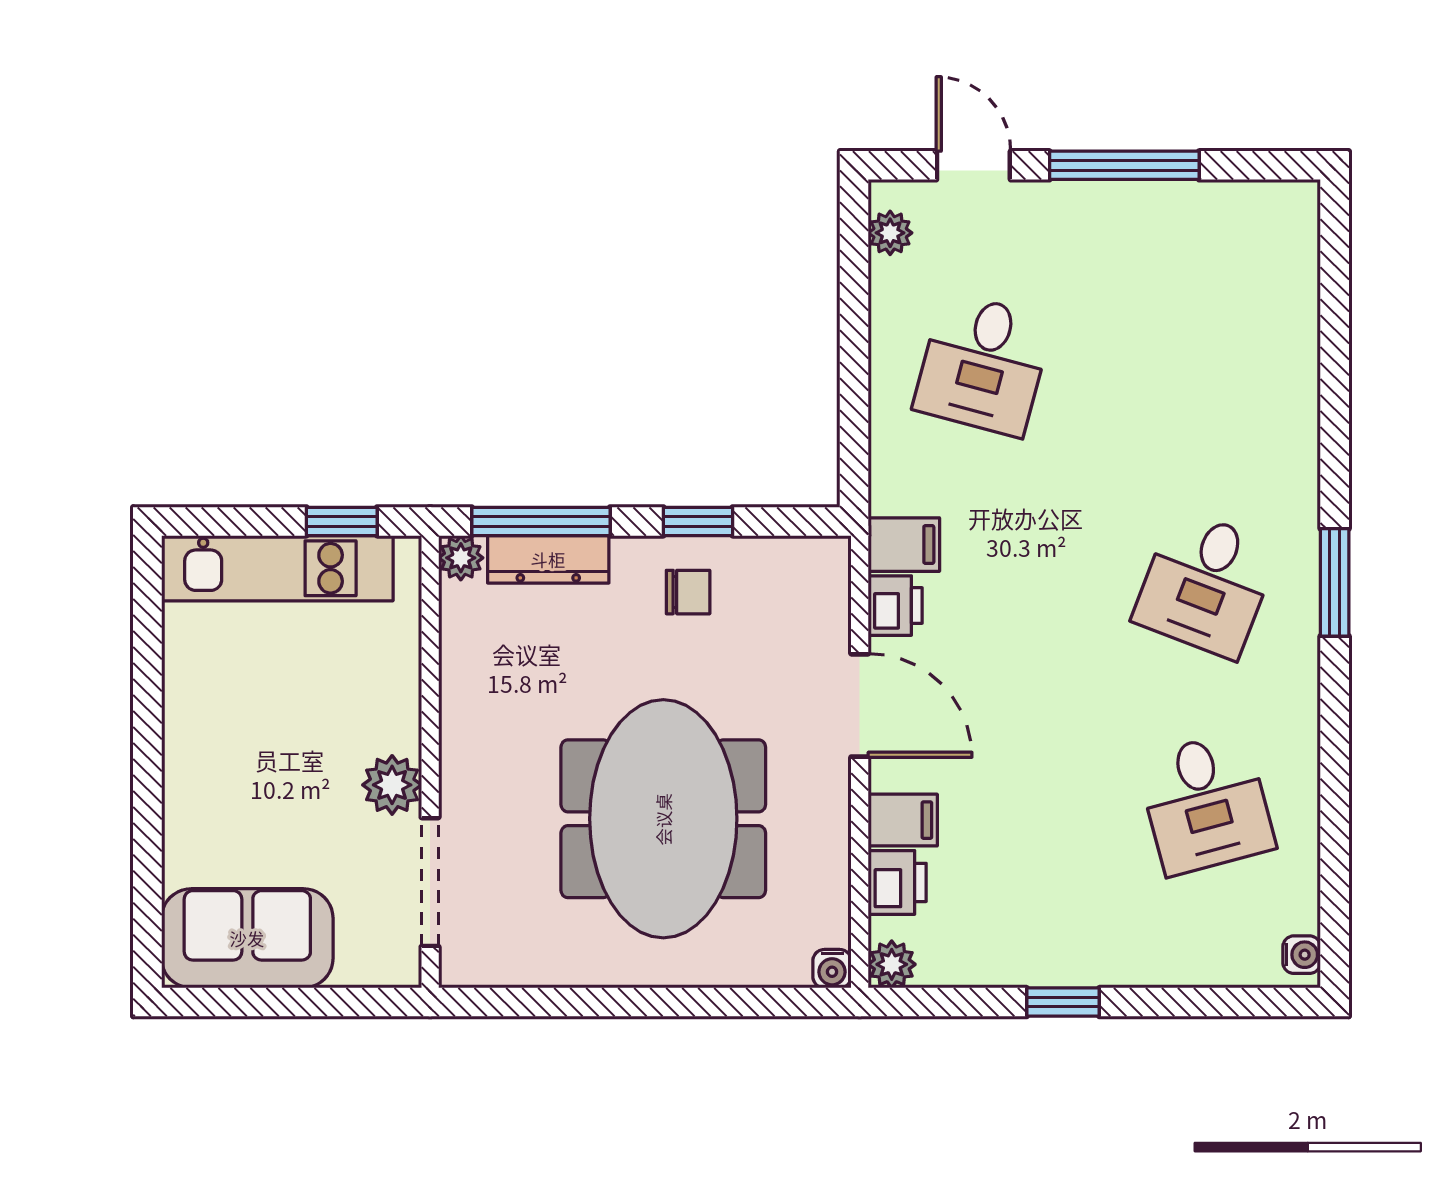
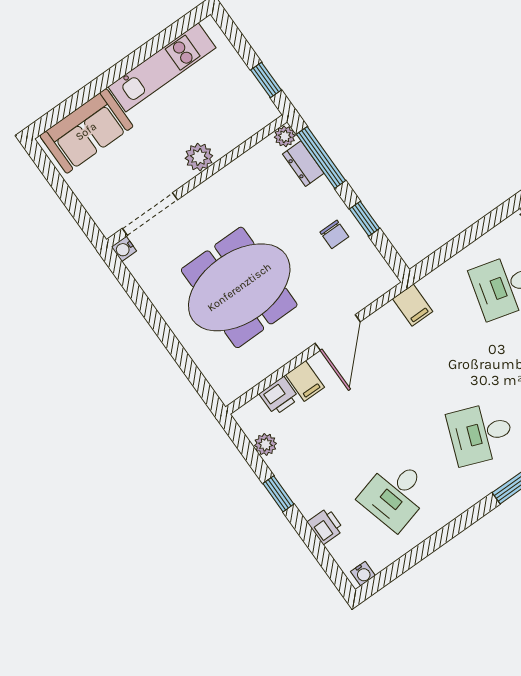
dresser: (548, 559) -> (303, 164), width x0.70
kitchen unit: (277, 568) -> (162, 67), moved, turned -90
printer: (895, 606) -> (325, 526), moved, turned -90
plant: (392, 785) -> (199, 157), moved
sofa: (247, 938) -> (86, 131), moved, turned 90
plant: (892, 964) -> (265, 444), moved
water cooler: (832, 969) -> (124, 249), moved

